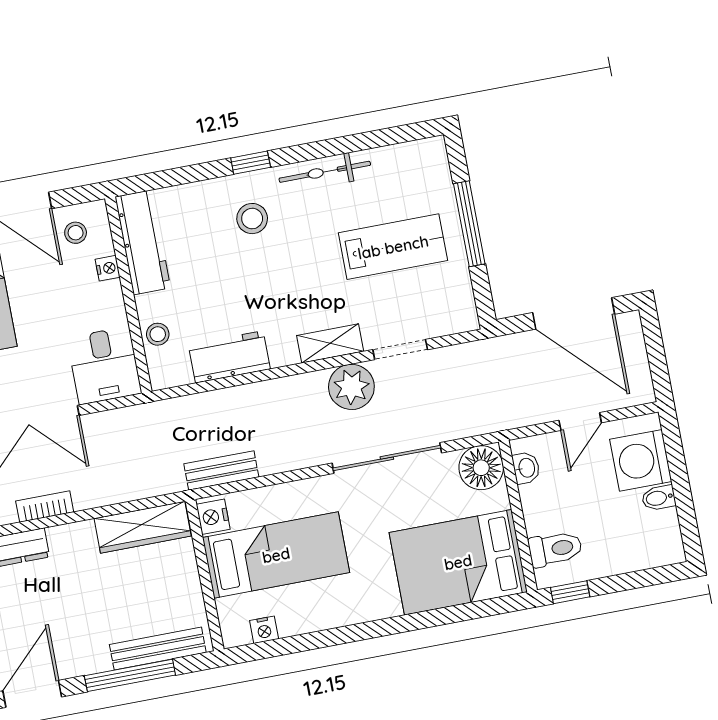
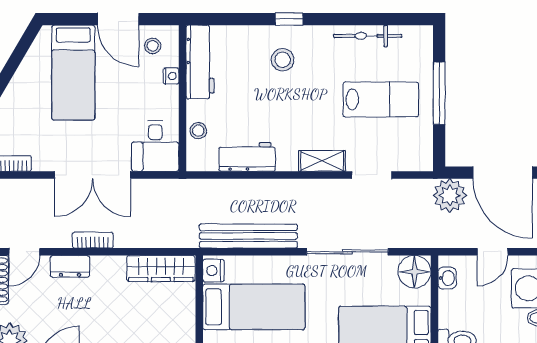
bicycle: (325, 172) -> (368, 36), moved
plant: (351, 387) -> (450, 195), moved
bench: (221, 470) -> (248, 236), width x1.86, depth x1.21

